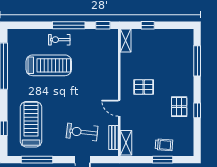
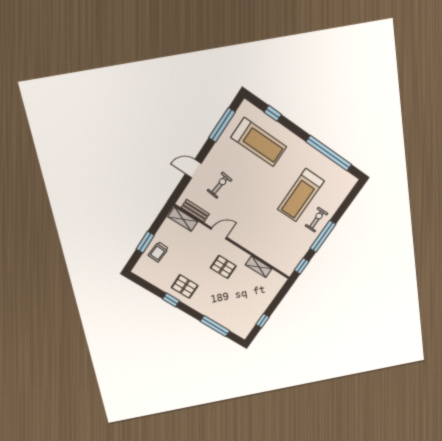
window: (148, 25) -> (263, 321), moved
shelving: (126, 40) -> (259, 267), moved
pallet: (144, 87) -> (223, 267), turned 90
exercise bike: (82, 132) -> (220, 185), width x0.73, depth x0.72

